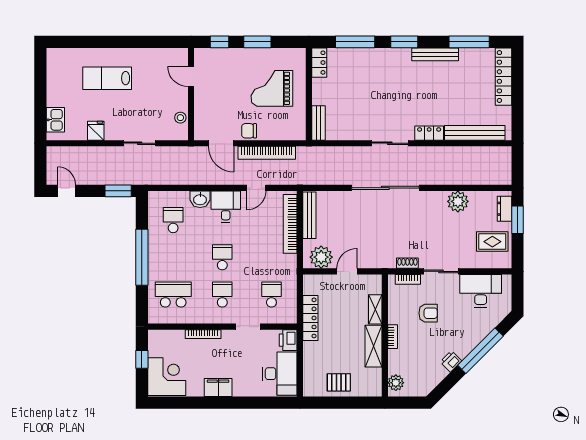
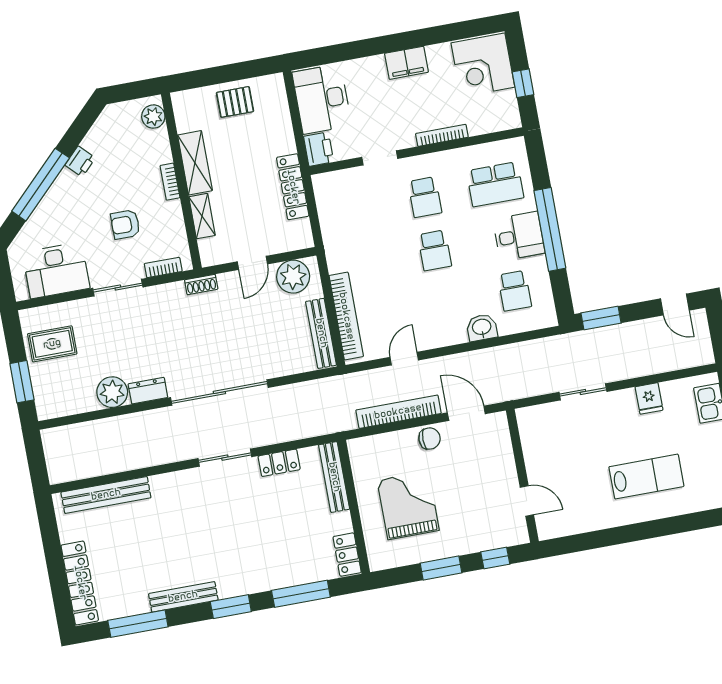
grand piano: (272, 88) -> (408, 505), turned -90
stool: (180, 118) -> (531, 439), removed
bench: (318, 123) -> (334, 477), width x1.36
locker: (429, 133) -> (279, 463), moved
desk: (226, 207) -> (519, 236), moved, turned -90
dresser: (504, 209) -> (148, 391), moved, turned -90
shoe rack: (407, 263) -> (201, 284), moved
school desk: (271, 295) -> (354, 210), removed

